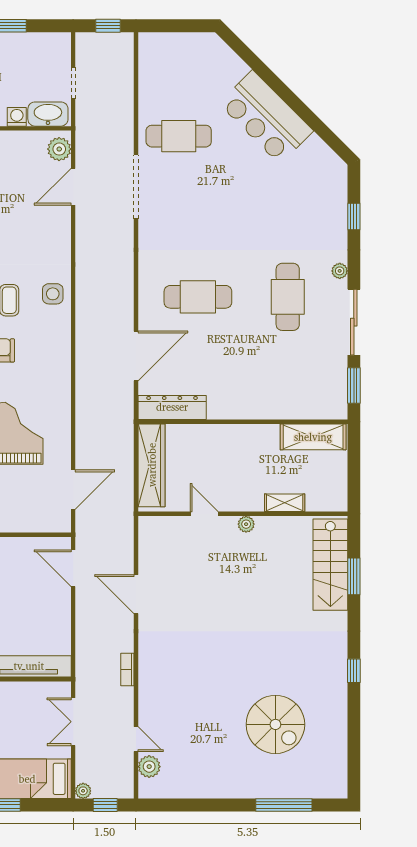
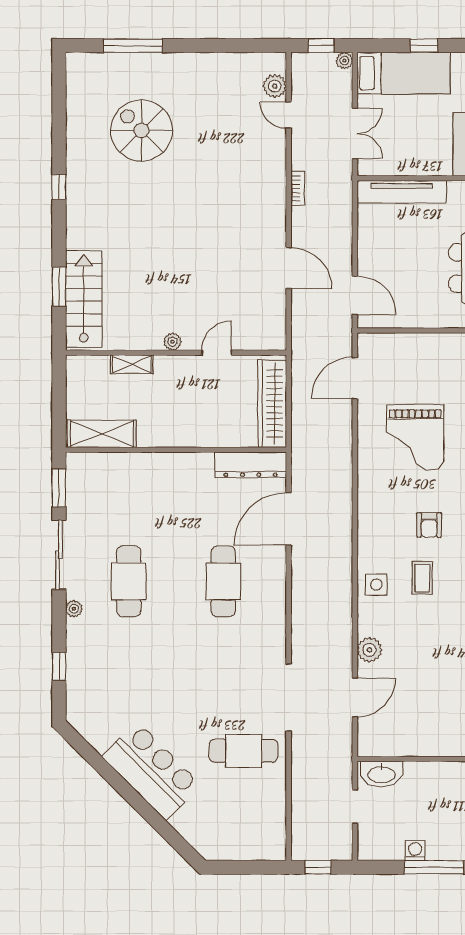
washing machine: (17, 117) -> (415, 851), moved, turned 180
plant: (59, 149) -> (370, 650), moved
cafe table: (198, 297) -> (223, 581), turned 90
door: (204, 514) -> (217, 353), swing flipped

